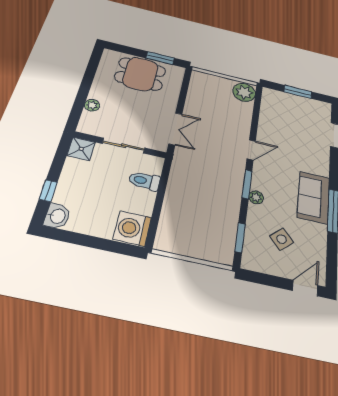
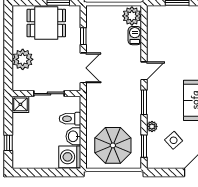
window: (182, 97) -> (83, 36), added
plant: (92, 105) -> (23, 59), width x1.87, depth x1.87
barbecue: (245, 112) -> (135, 36), added
plant: (256, 197) -> (152, 126), moved
washbasin: (57, 216) -> (73, 136), moved, turned 180
parasol: (197, 227) -> (113, 145), added

